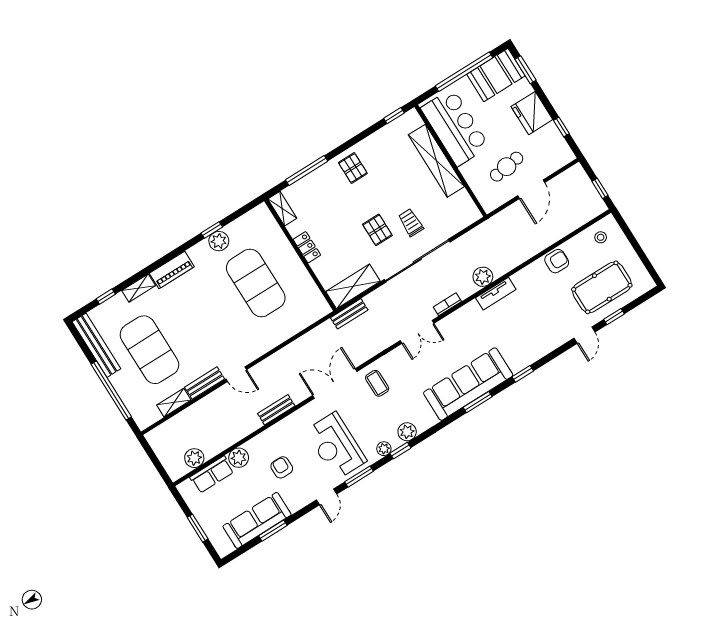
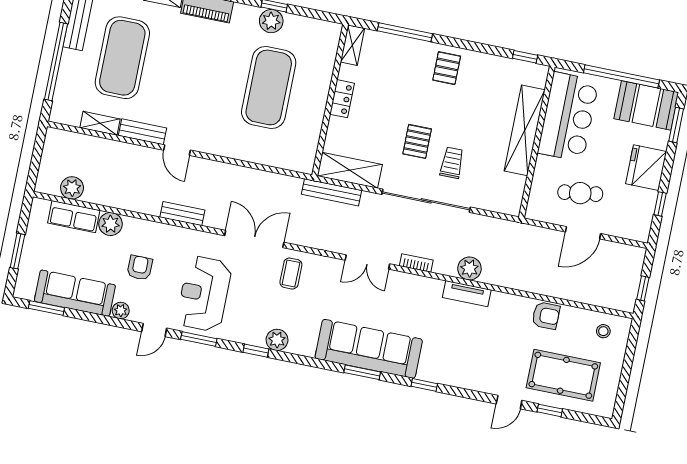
bench: (349, 314) -> (331, 192), width x1.36
plant: (384, 449) -> (121, 311), moved
window: (273, 531) -> (46, 308), moved

